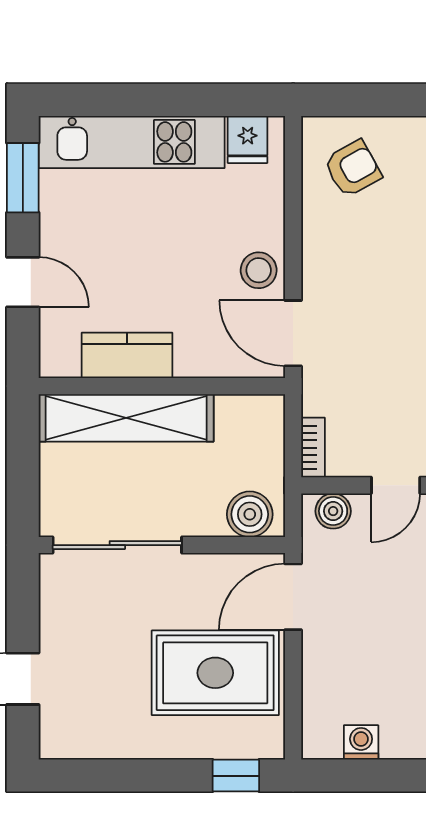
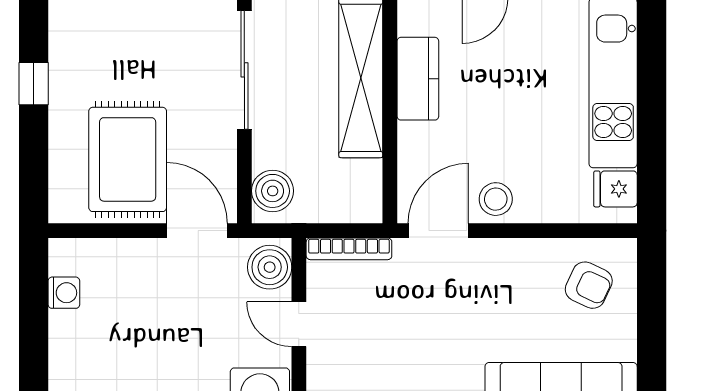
armchair: (353, 169) -> (589, 285), turned -36
bookcase: (313, 448) -> (349, 249), width x1.56
boiler: (333, 511) -> (270, 267), width x1.36, depth x1.36
window: (236, 776) -> (34, 84), moved

